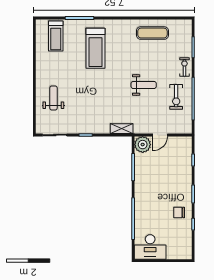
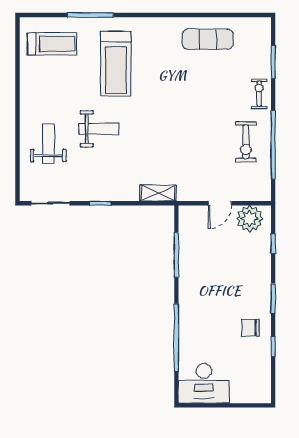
treadmill: (56, 36) -> (52, 44), turned -90
weight bench: (144, 85) -> (99, 129), moved
plant: (143, 145) -> (250, 219), moved

